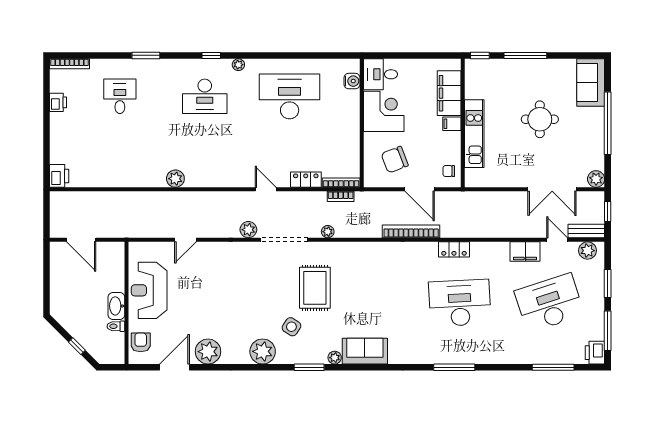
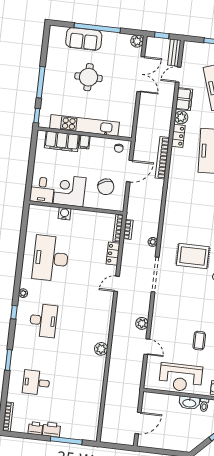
water cooler: (352, 81) -> (64, 214), moved
sofa: (591, 83) -> (84, 39), moved
kitchen unit: (474, 134) -> (84, 125), width x1.36
window: (46, 146) -> (66, 440), added
printer: (59, 176) -> (52, 429), moved
plant: (248, 230) -> (142, 323), moved
bookcase: (411, 231) -> (162, 158), moved
locker: (454, 249) -> (178, 136), moved
plant: (588, 251) -> (181, 117), moved
coffee table: (202, 310) -> (199, 341), added

